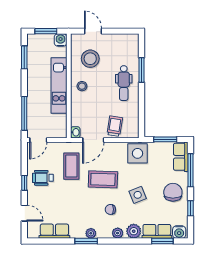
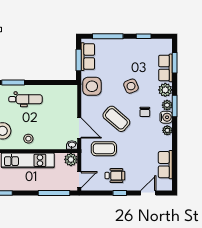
trolley: (115, 126) -> (66, 108), removed
plant: (60, 131) -> (71, 159), added
door: (38, 140) -> (79, 180), hinge flipped
row of seats: (181, 157) -> (88, 57), moved, turned -90
wheelchair: (43, 178) -> (115, 176), turned -90
coffee table: (103, 179) -> (116, 119), turned -51
chair: (173, 192) -> (128, 53), removed
water cooler: (179, 232) -> (166, 117), moved
window: (86, 241) -> (175, 106), moved

